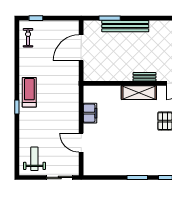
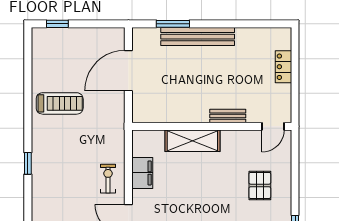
exercise bike: (28, 38) -> (108, 179), moved
treadmill: (29, 92) -> (60, 103), moved, turned 90
shelving: (139, 93) -> (192, 141), moved

